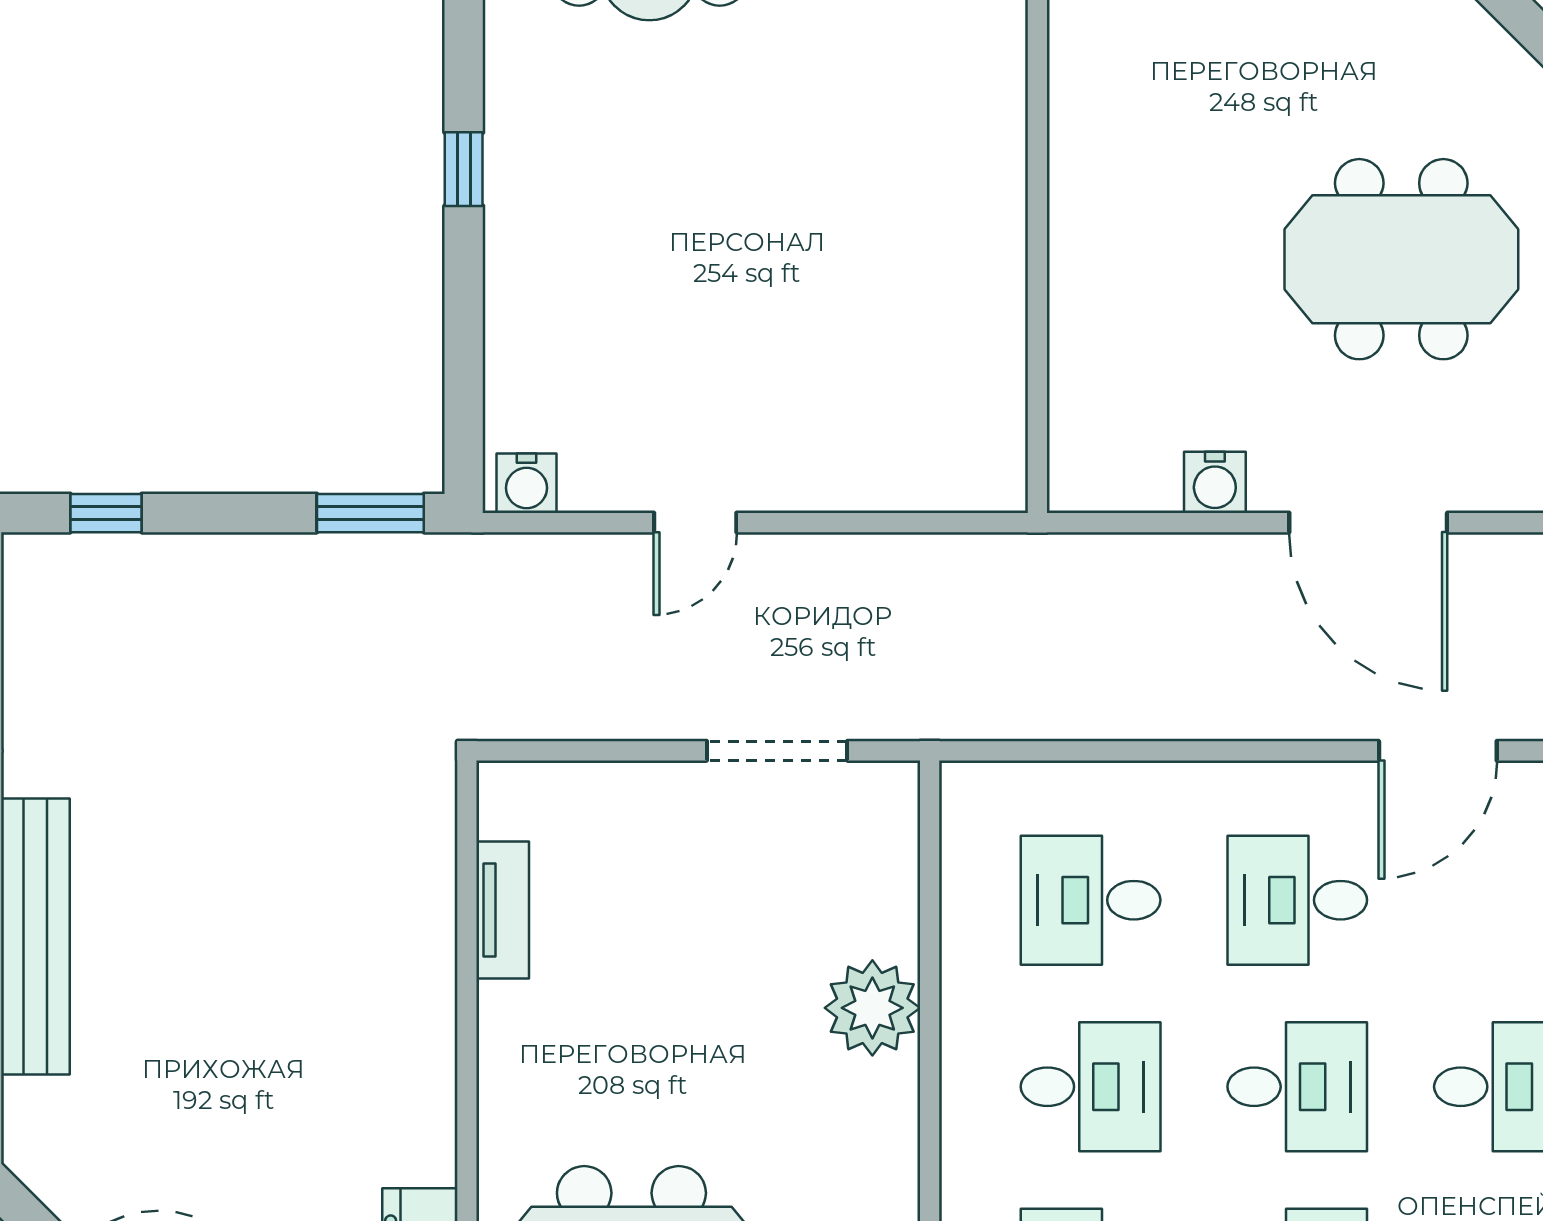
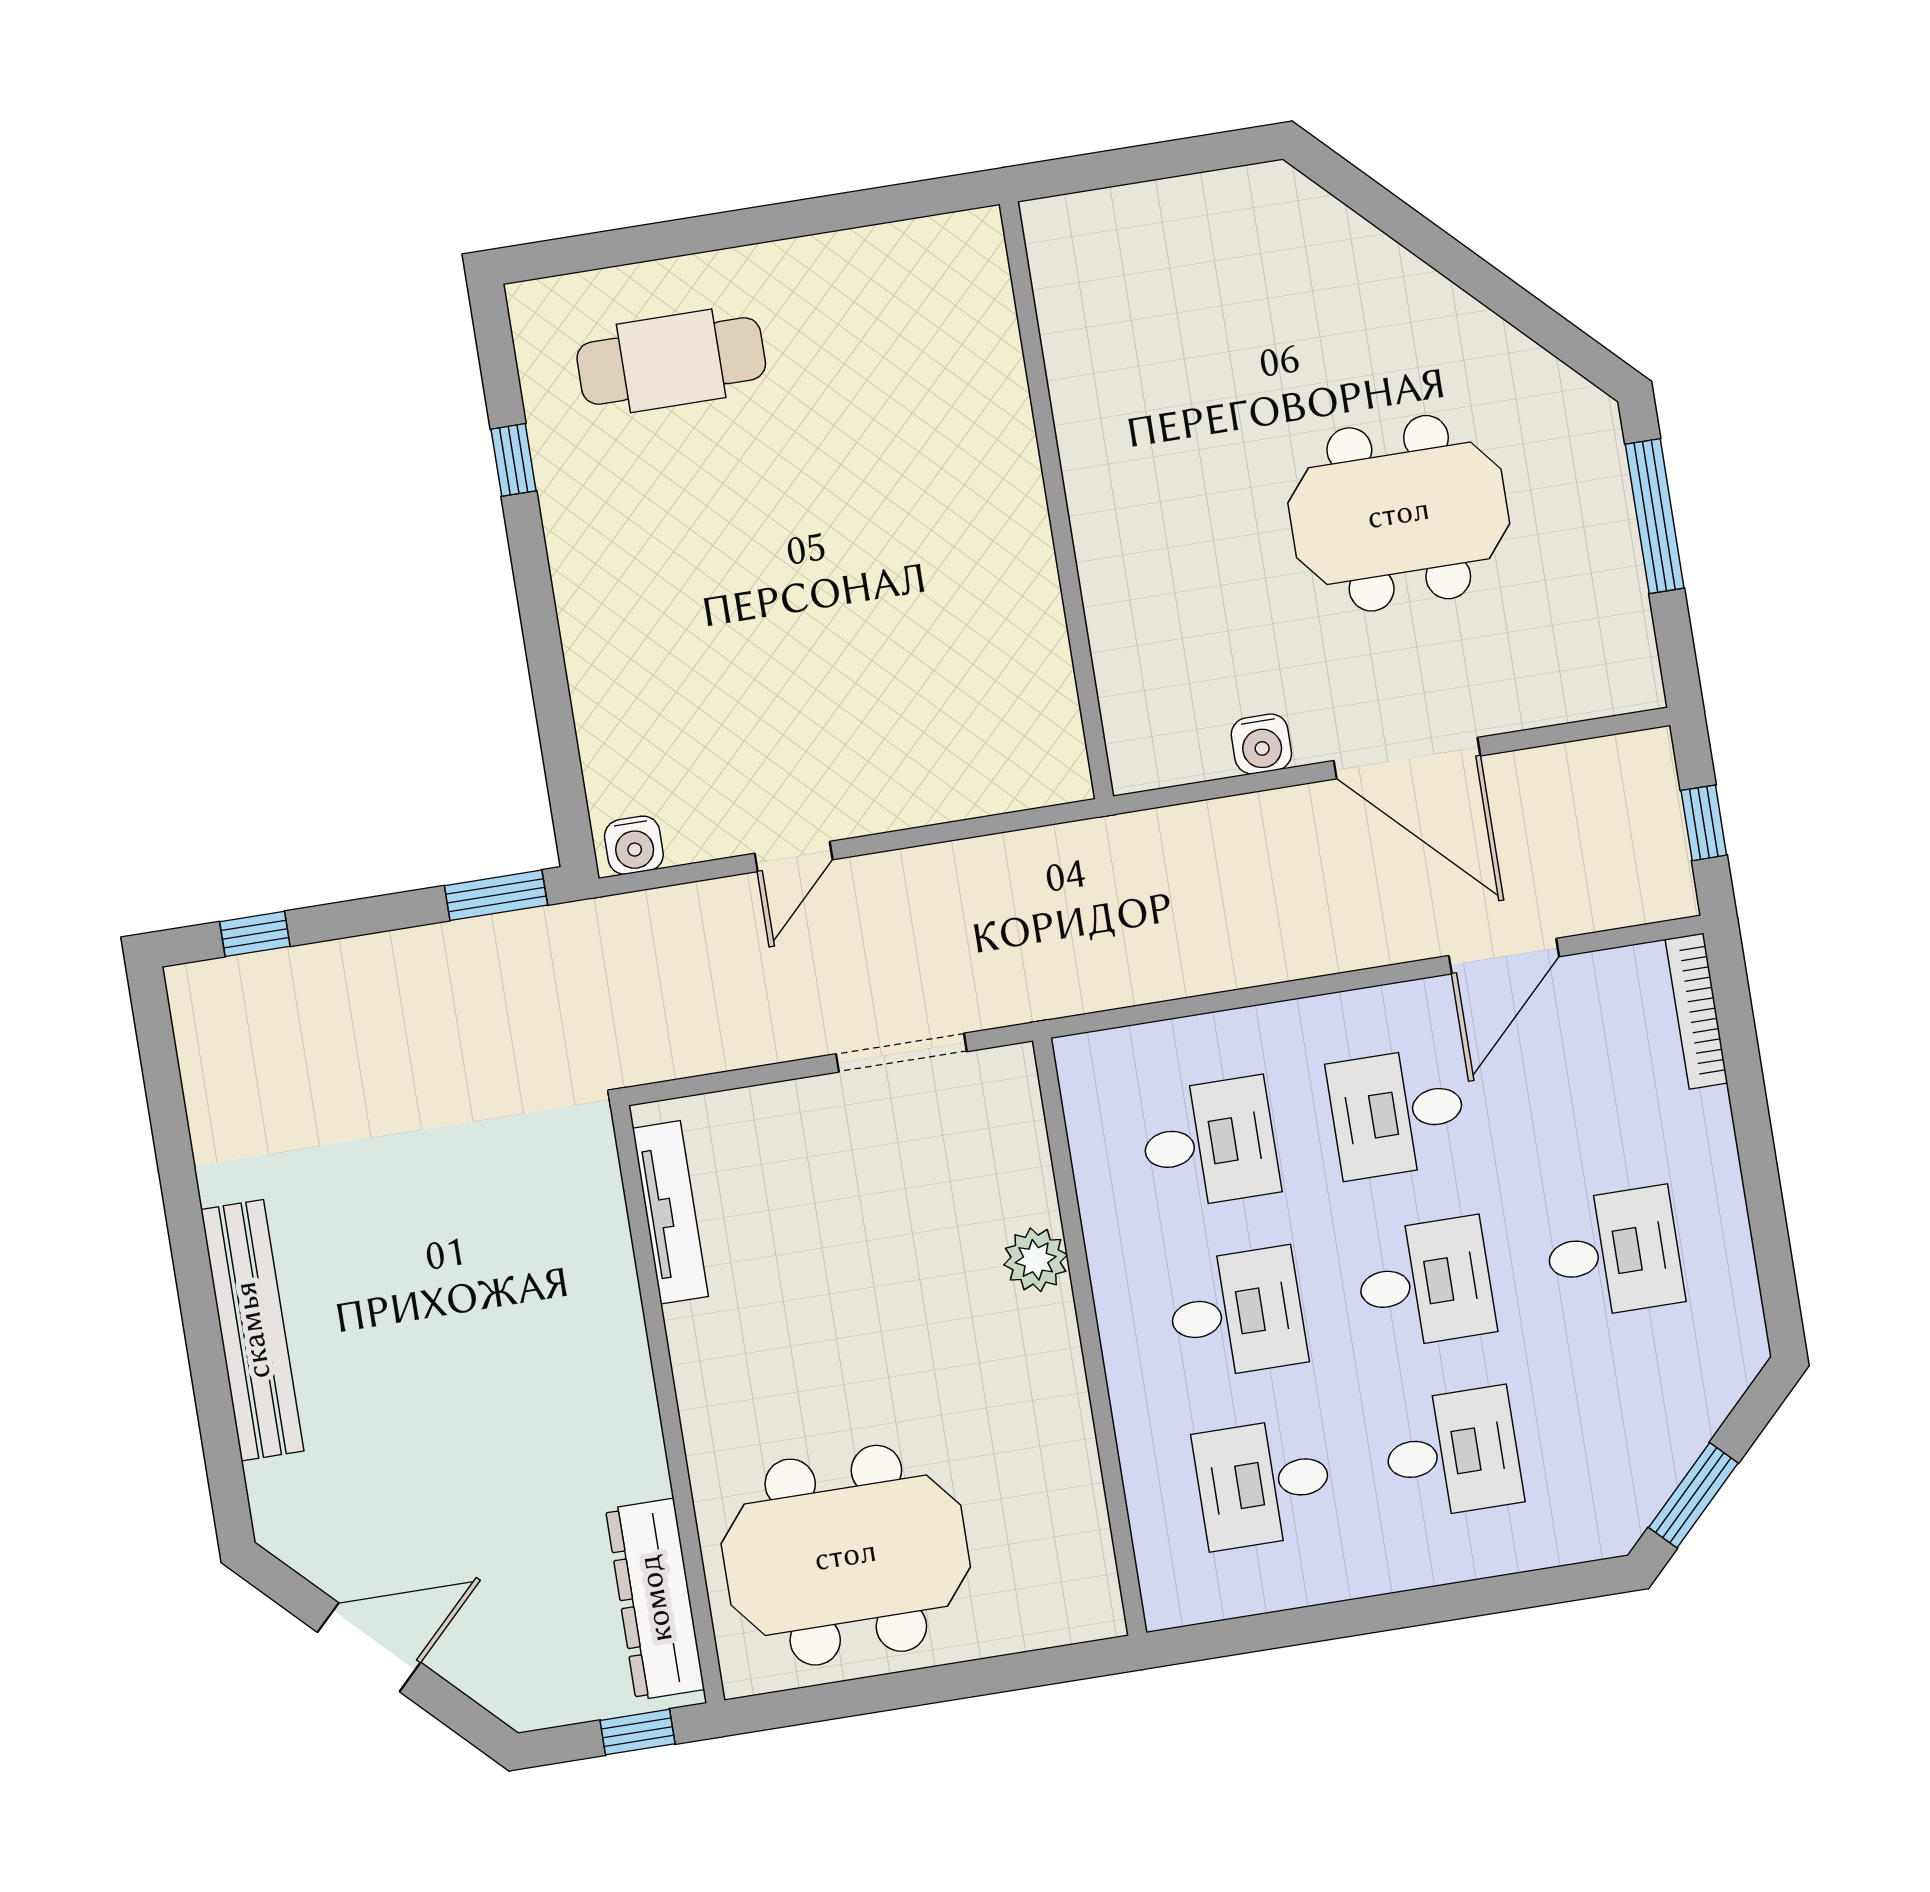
window: (464, 169) -> (514, 460), moved
desk: (1091, 900) -> (1209, 1143), turned 180
tv unit: (503, 910) -> (670, 1212), width x1.41
plant: (872, 1008) -> (1036, 1260), width x0.73, depth x0.73

